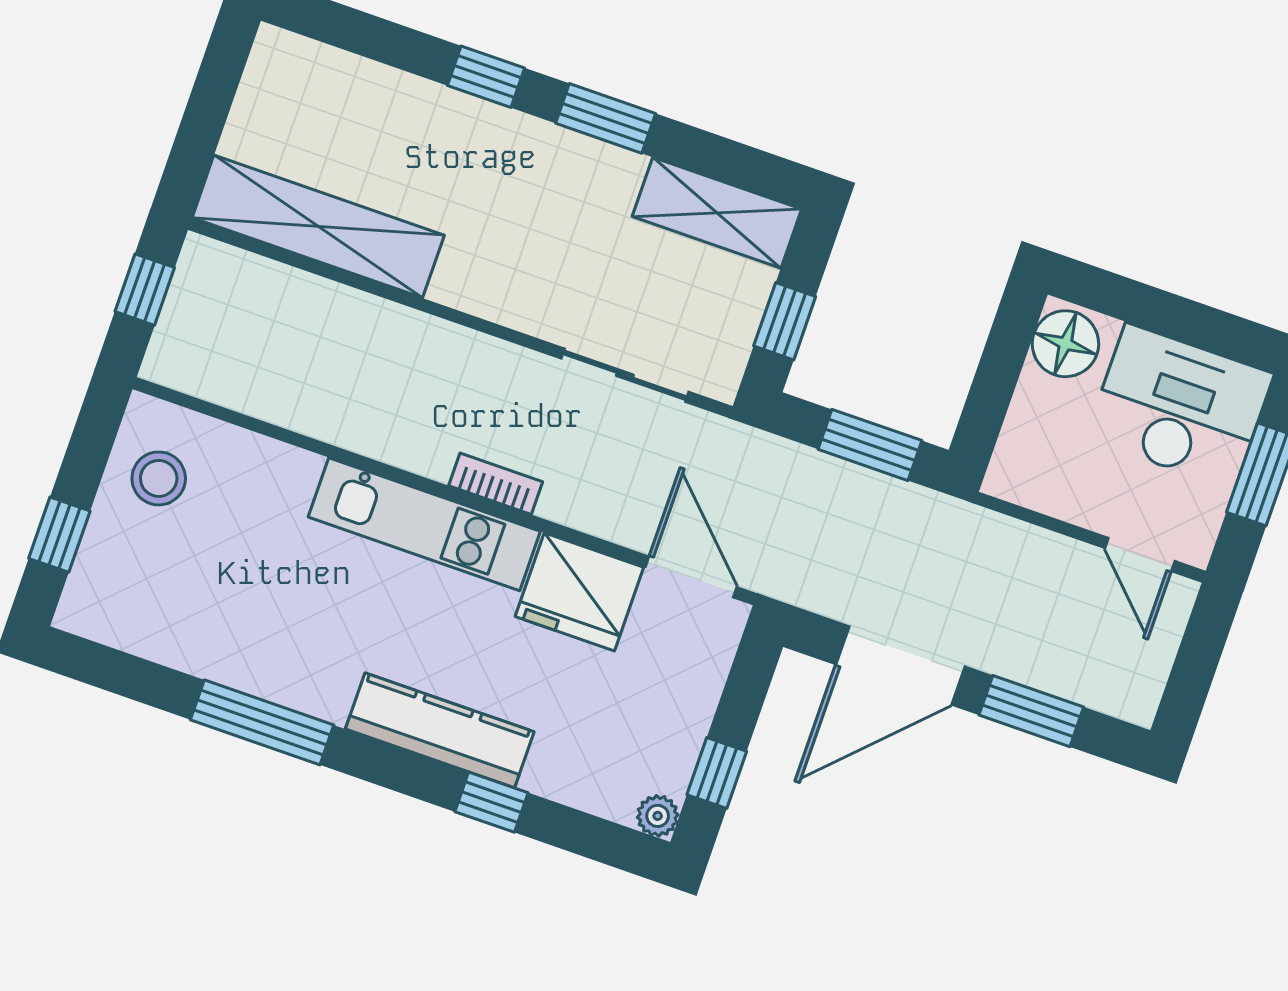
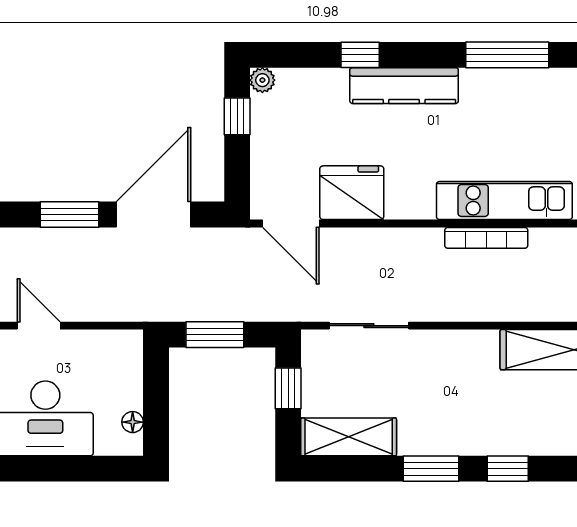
floor lamp: (1065, 344) -> (133, 422), width x0.53, depth x0.53
bookcase: (496, 484) -> (486, 238), moved, width x1.56
kitchen unit: (424, 524) -> (504, 200), moved

